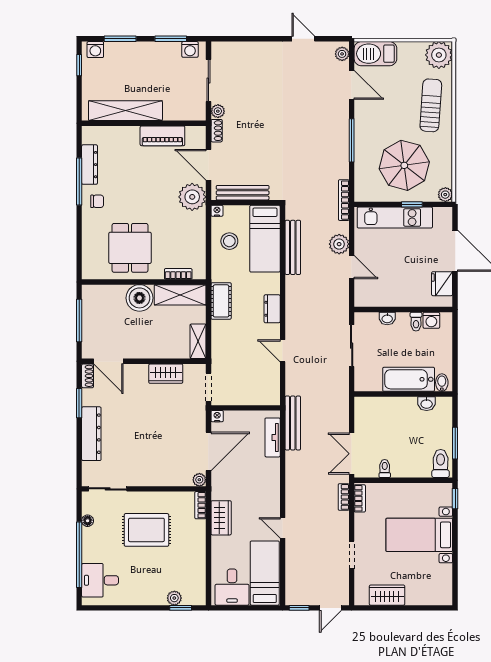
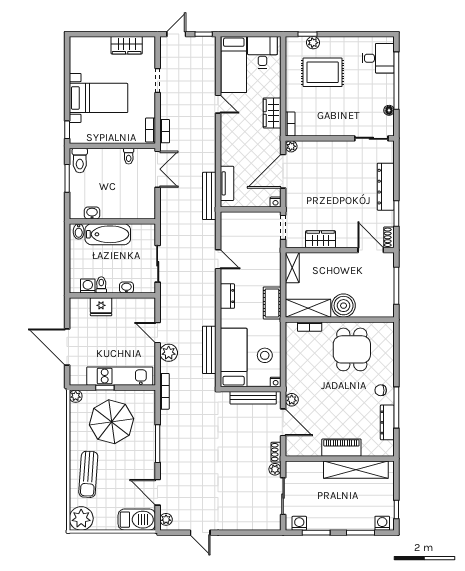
piano: (162, 136) -> (341, 448), moved
plant: (192, 197) -> (292, 400), width x0.53, depth x0.53
fridge: (442, 284) -> (101, 307), moved, turned 90
rug: (146, 530) -> (323, 72), moved

